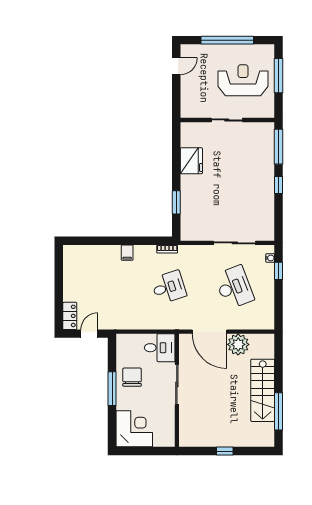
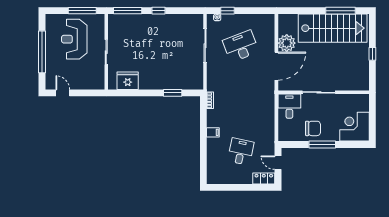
window: (279, 76) -> (82, 11), moved
fridge: (191, 161) -> (128, 81), moved
desk: (169, 287) -> (241, 152), moved, turned 30
chair: (132, 377) -> (313, 128), turned 180
stairs: (263, 390) -> (333, 28), width x1.36, depth x1.51

